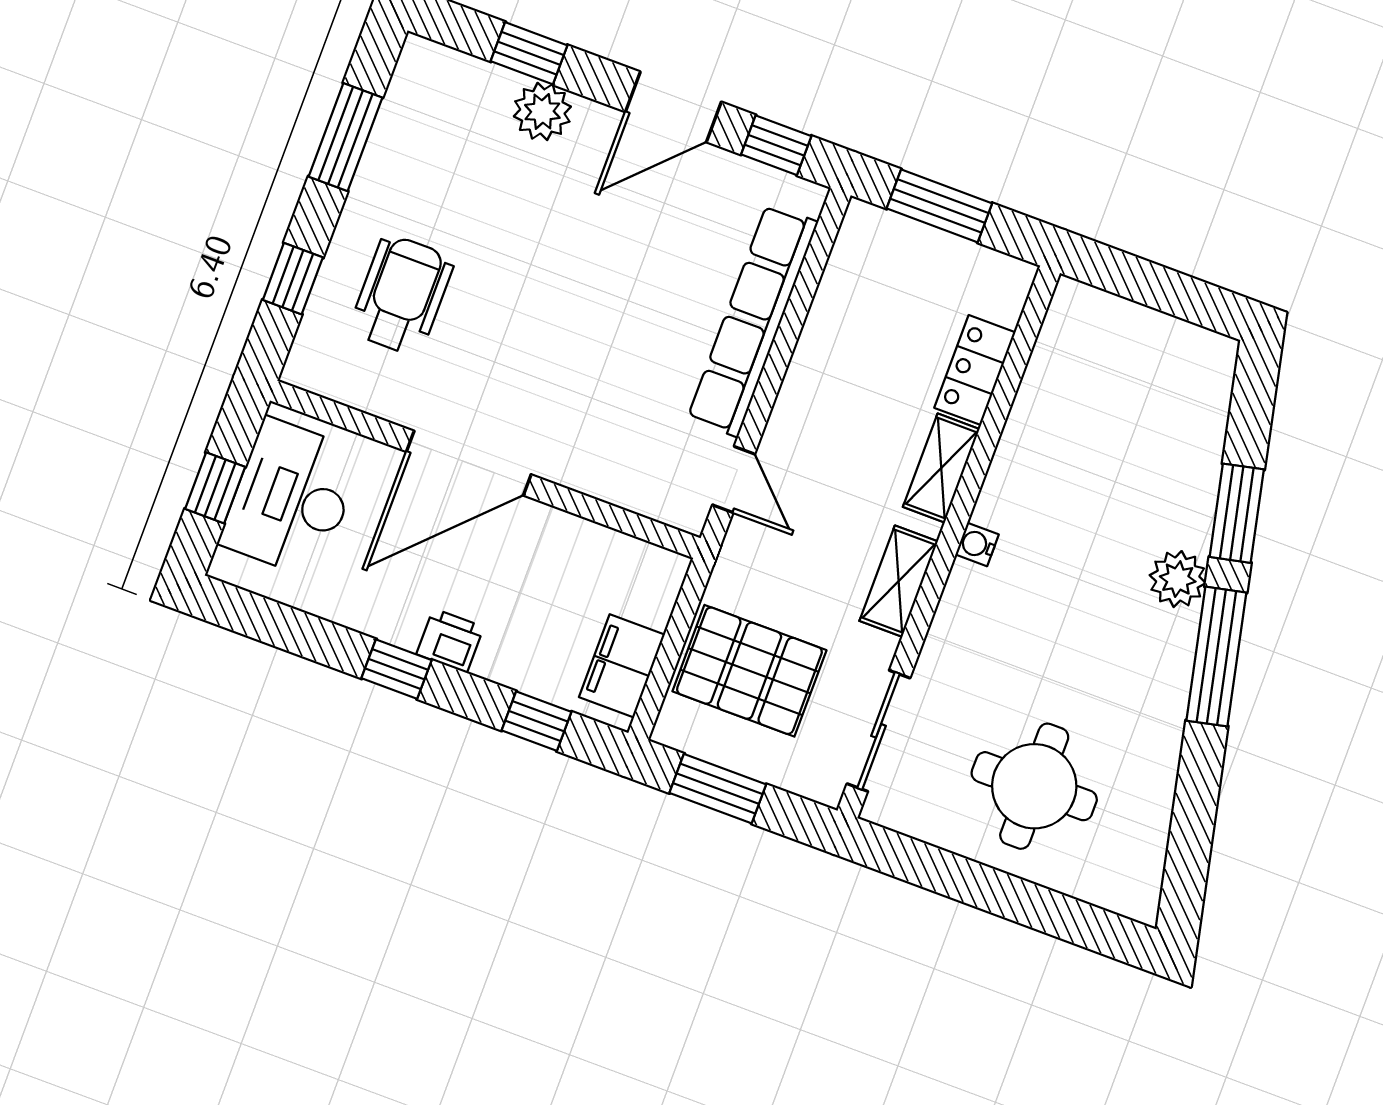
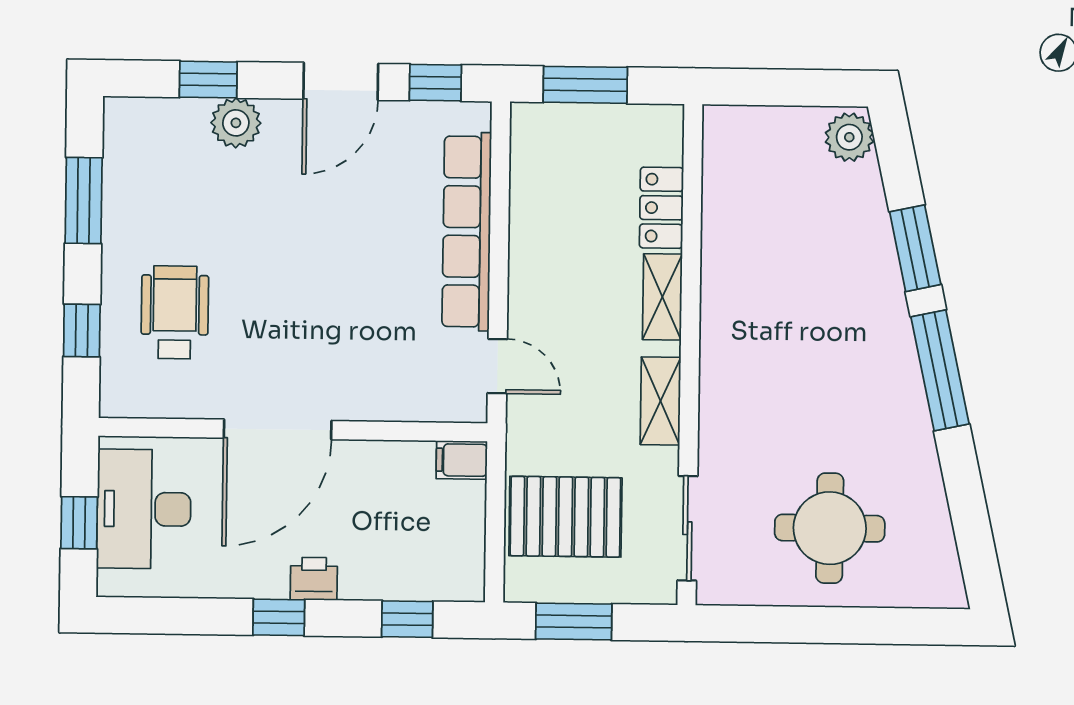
water cooler: (977, 544) -> (714, 349), removed
plant: (1178, 579) -> (849, 137), moved
filing cabinet: (622, 666) -> (462, 460), moved, width x0.50

